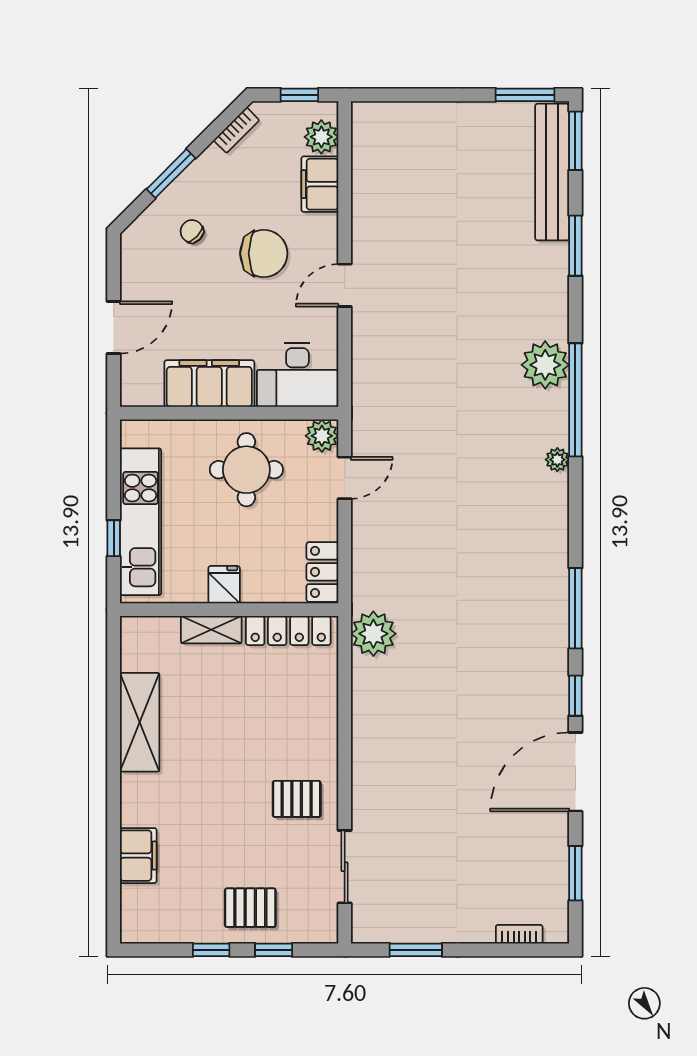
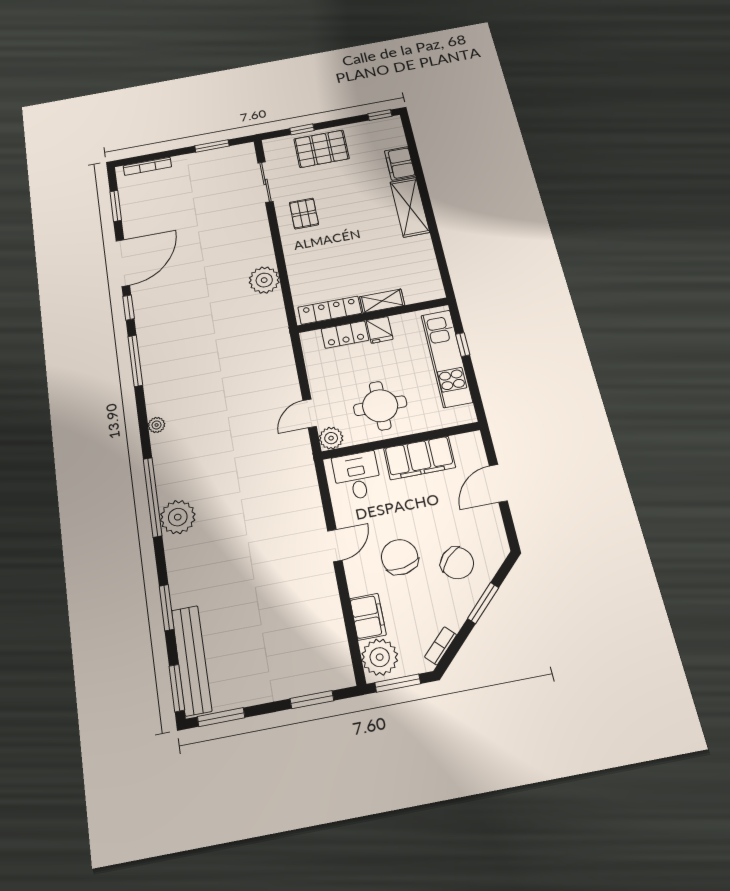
window: (299, 95) -> (398, 683), width x1.50
window: (409, 95) -> (312, 700), added
plant: (321, 137) -> (380, 657), width x1.36, depth x1.36
chair: (192, 231) -> (457, 563), width x1.87, depth x1.87
chair: (264, 253) -> (400, 557), turned 80
desk: (297, 375) -> (357, 476), width x0.73
plant: (557, 460) -> (157, 425), moved
locker: (322, 572) -> (345, 335), moved, turned 90
plant: (373, 634) -> (264, 280), moved
shelving: (140, 722) -> (410, 207), moved
pallet: (297, 799) -> (304, 214), turned 90
pallet: (250, 908) -> (321, 149), width x1.50, depth x1.42
bookcase: (519, 934) -> (147, 166), width x1.56
window: (211, 950) -> (380, 115), moved

